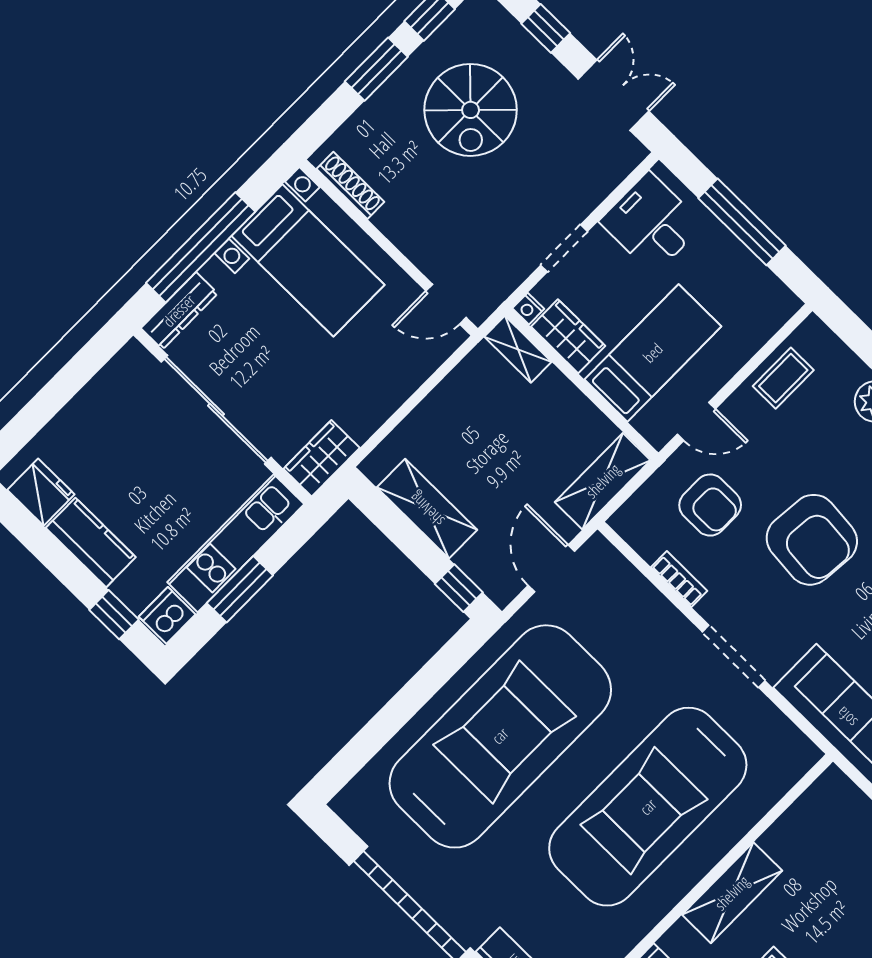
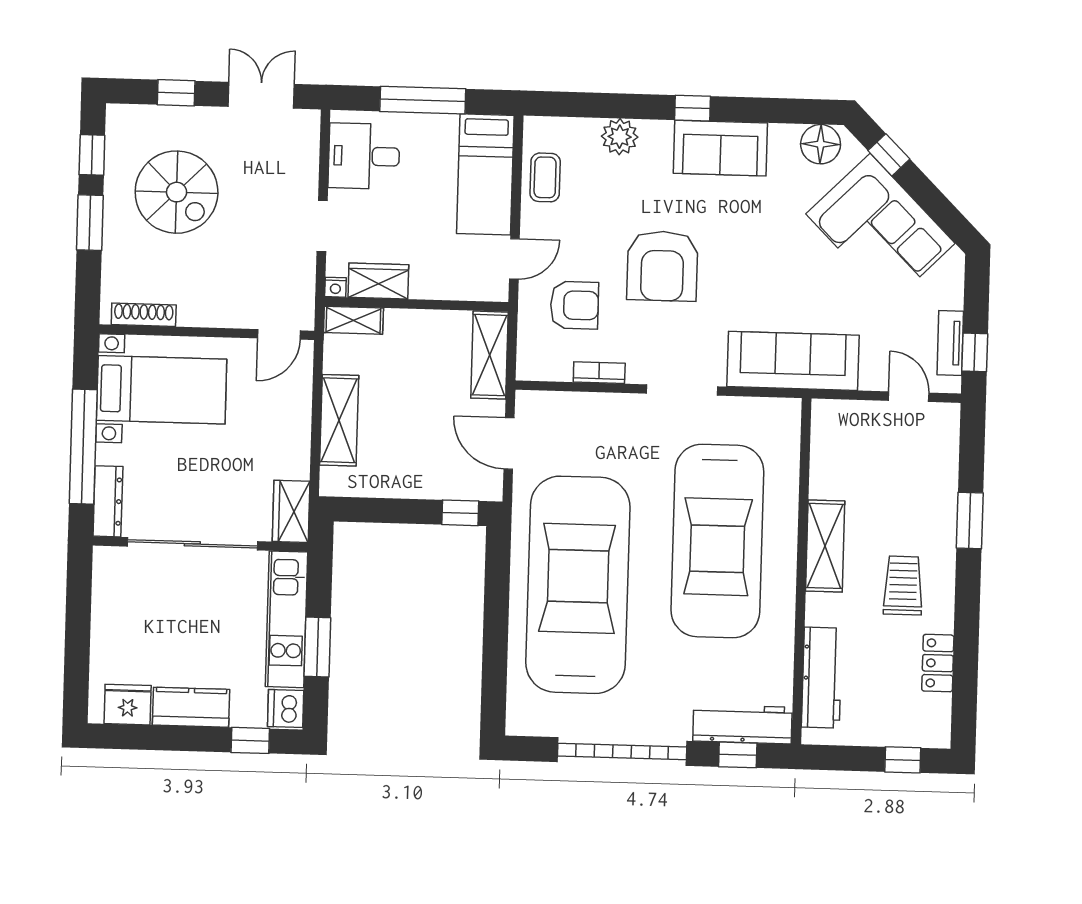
bed: (653, 353) -> (485, 174), moved, turned 180
shelving: (427, 509) -> (339, 420), moved, turned 90
armchair: (812, 540) -> (662, 266), turned 85

